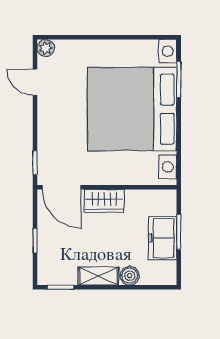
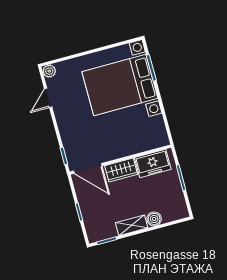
door: (35, 82) -> (48, 98), hinge flipped
bed with nightstands: (132, 109) -> (120, 85), width x0.73
freezer: (163, 238) -> (153, 163), moved, turned -90

